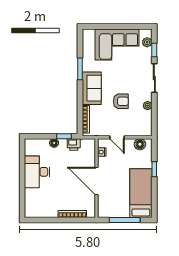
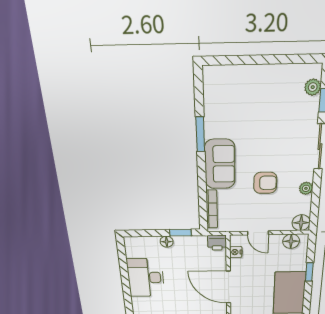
corner sofa: (117, 44) -> (261, 92), removed
floor lamp: (146, 130) -> (301, 223), added
printer: (74, 144) -> (217, 243), moved

